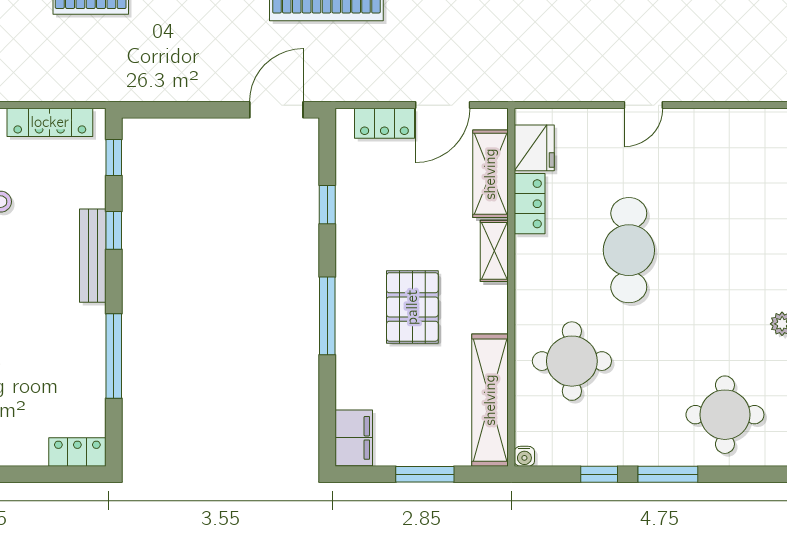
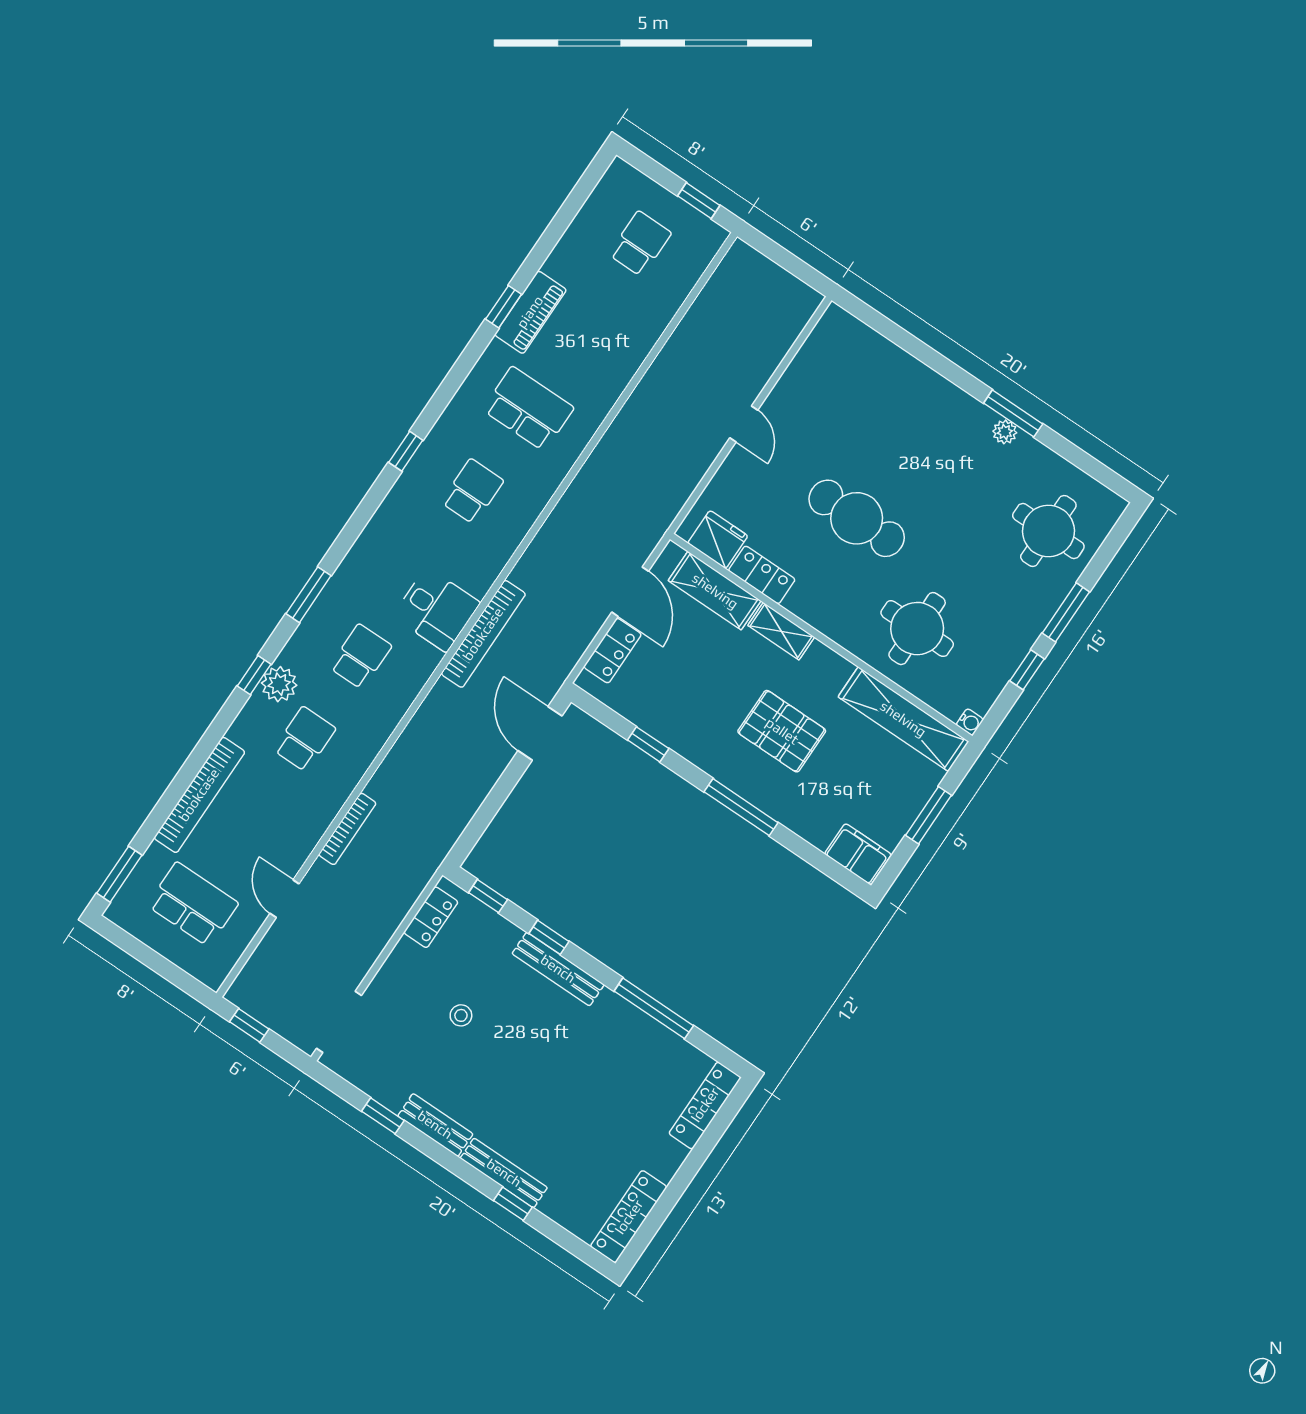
locker: (50, 122) -> (431, 917), width x0.66
locker: (77, 452) -> (705, 1105), width x1.53

